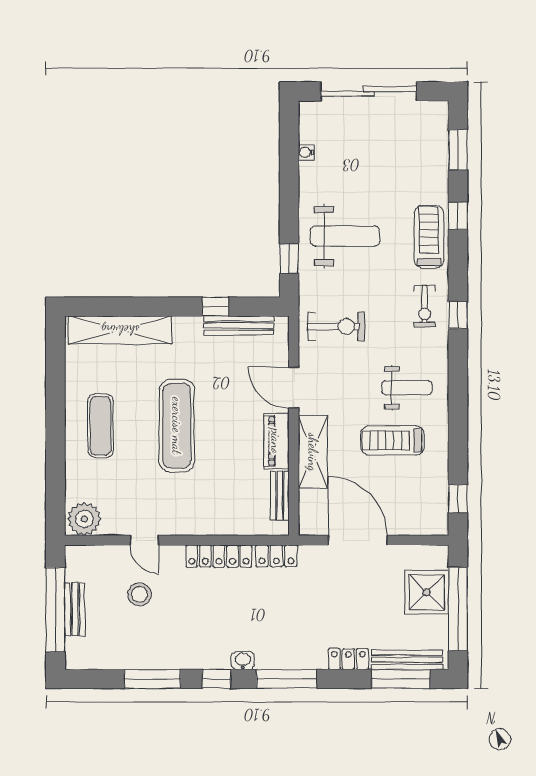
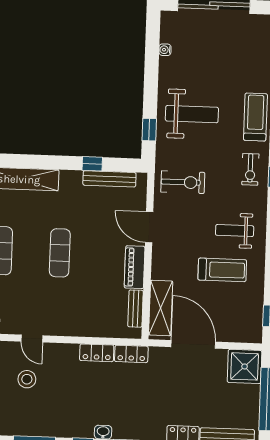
weight bench: (407, 388) -> (235, 231), turned 180
exercise mat: (177, 426) -> (60, 253), width x0.73, depth x0.69
treadmill: (392, 440) -> (222, 270), turned 180
shelving: (313, 452) -> (161, 308), moved
locker: (219, 556) -> (97, 353), width x0.66
shower: (427, 592) -> (245, 366), moved

